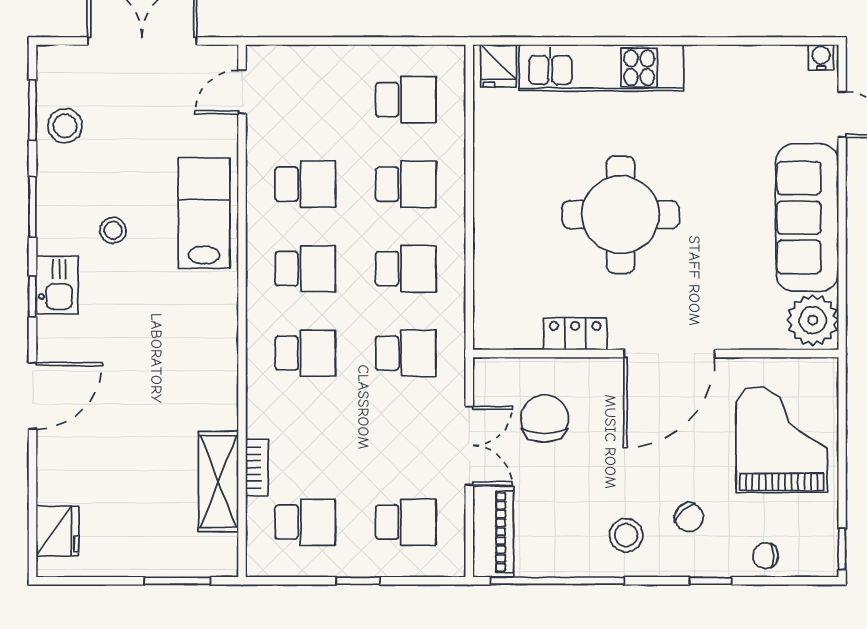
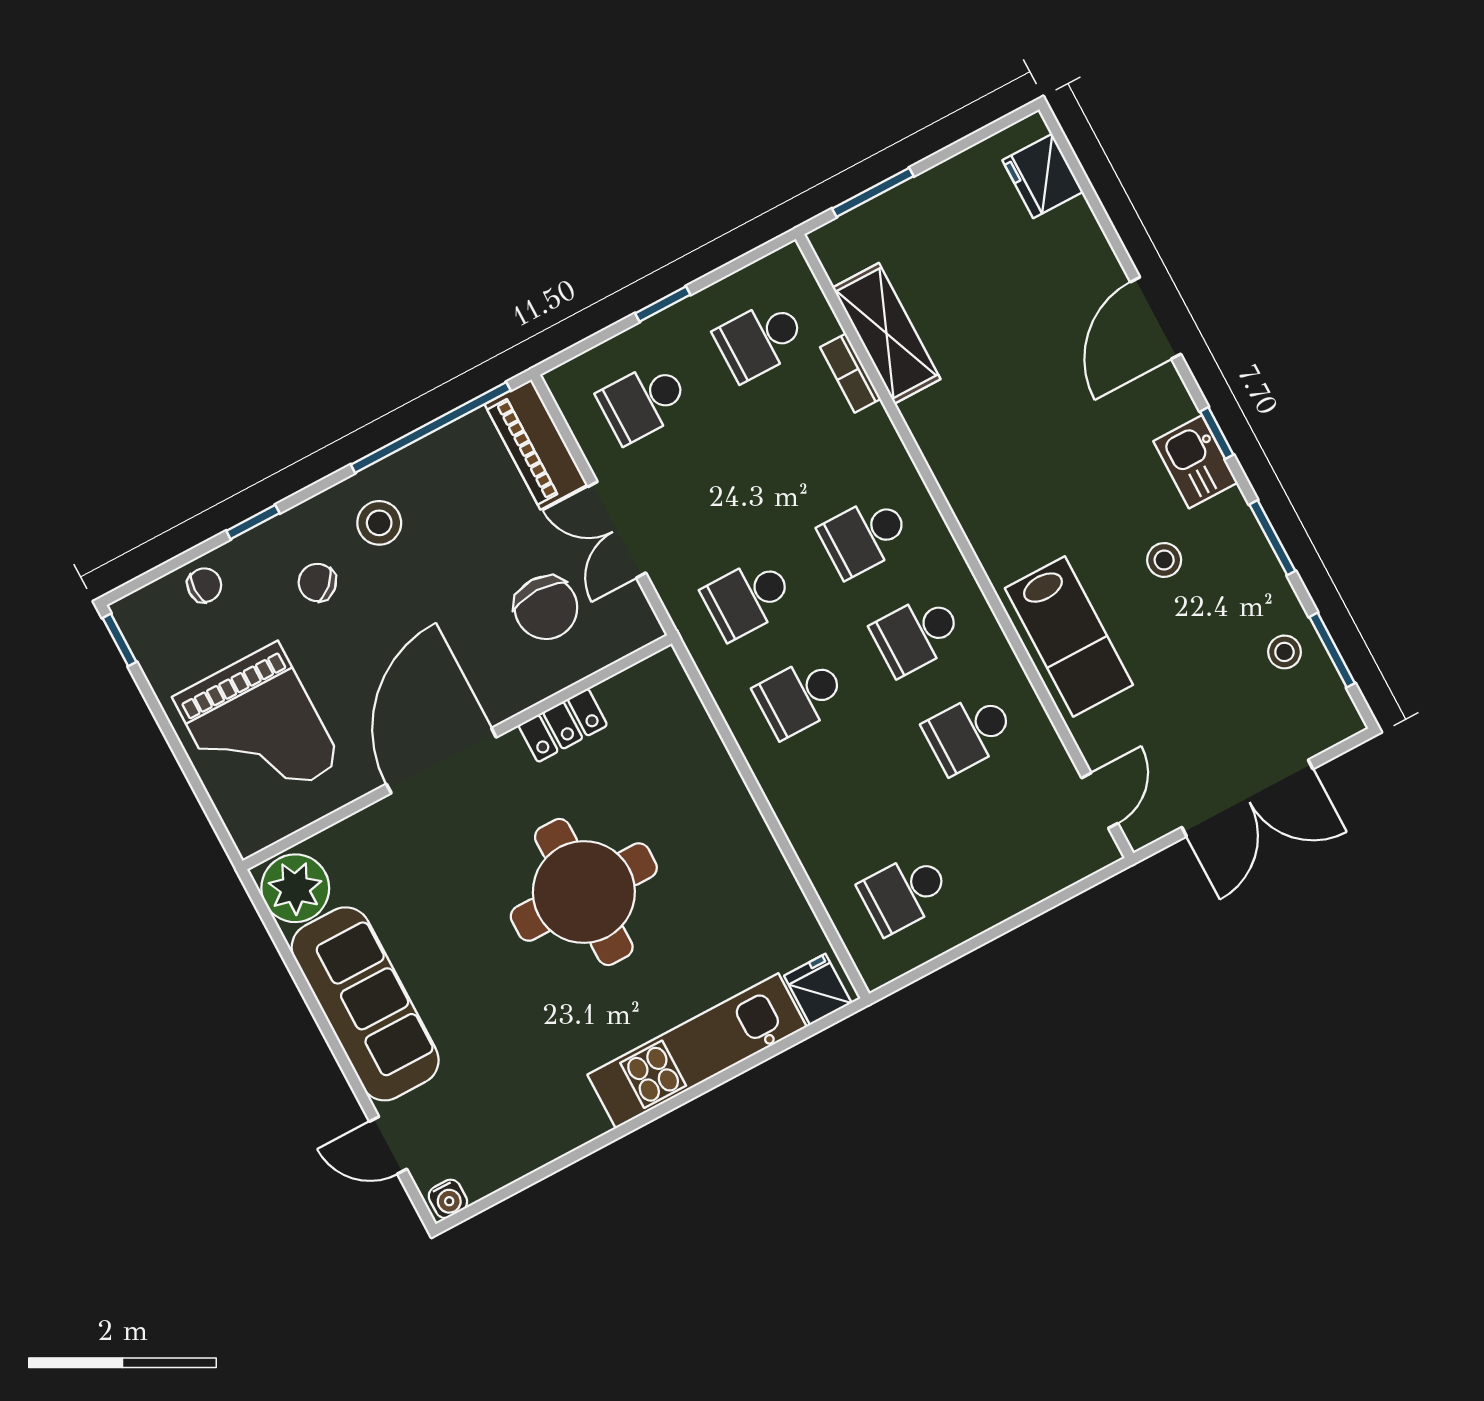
stool: (65, 126) -> (1284, 652), width x0.73, depth x0.73
school desk: (406, 184) -> (852, 795), removed

